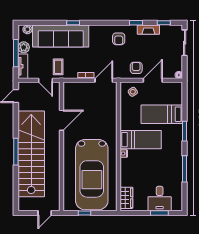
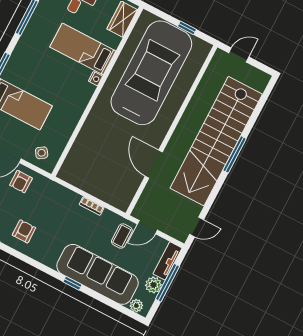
door: (46, 80) -> (147, 227), swing flipped
door: (104, 80) -> (72, 187), removed
door: (62, 120) -> (154, 164), hinge flipped
bed: (141, 140) -> (83, 49), moved

